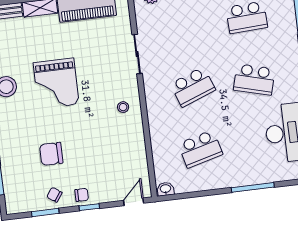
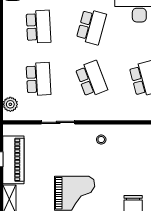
school desk: (185, 25) -> (39, 79), added

